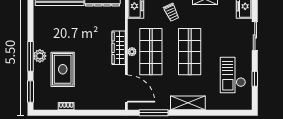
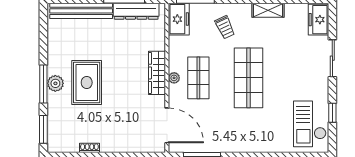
shop shelf: (151, 52) -> (198, 78), width x0.70, depth x0.74
rug: (63, 69) -> (87, 83), moved
checkout: (233, 75) -> (310, 124), moved
shelving: (188, 103) -> (246, 144), removed

